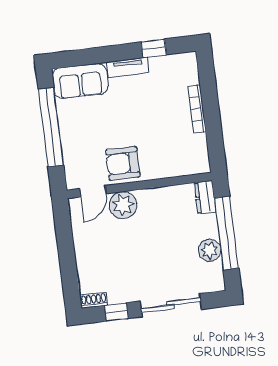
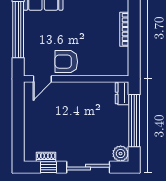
plant: (123, 205) -> (63, 91), removed
plant: (210, 250) -> (121, 154), moved
shoe rack: (94, 300) -> (46, 157), moved

